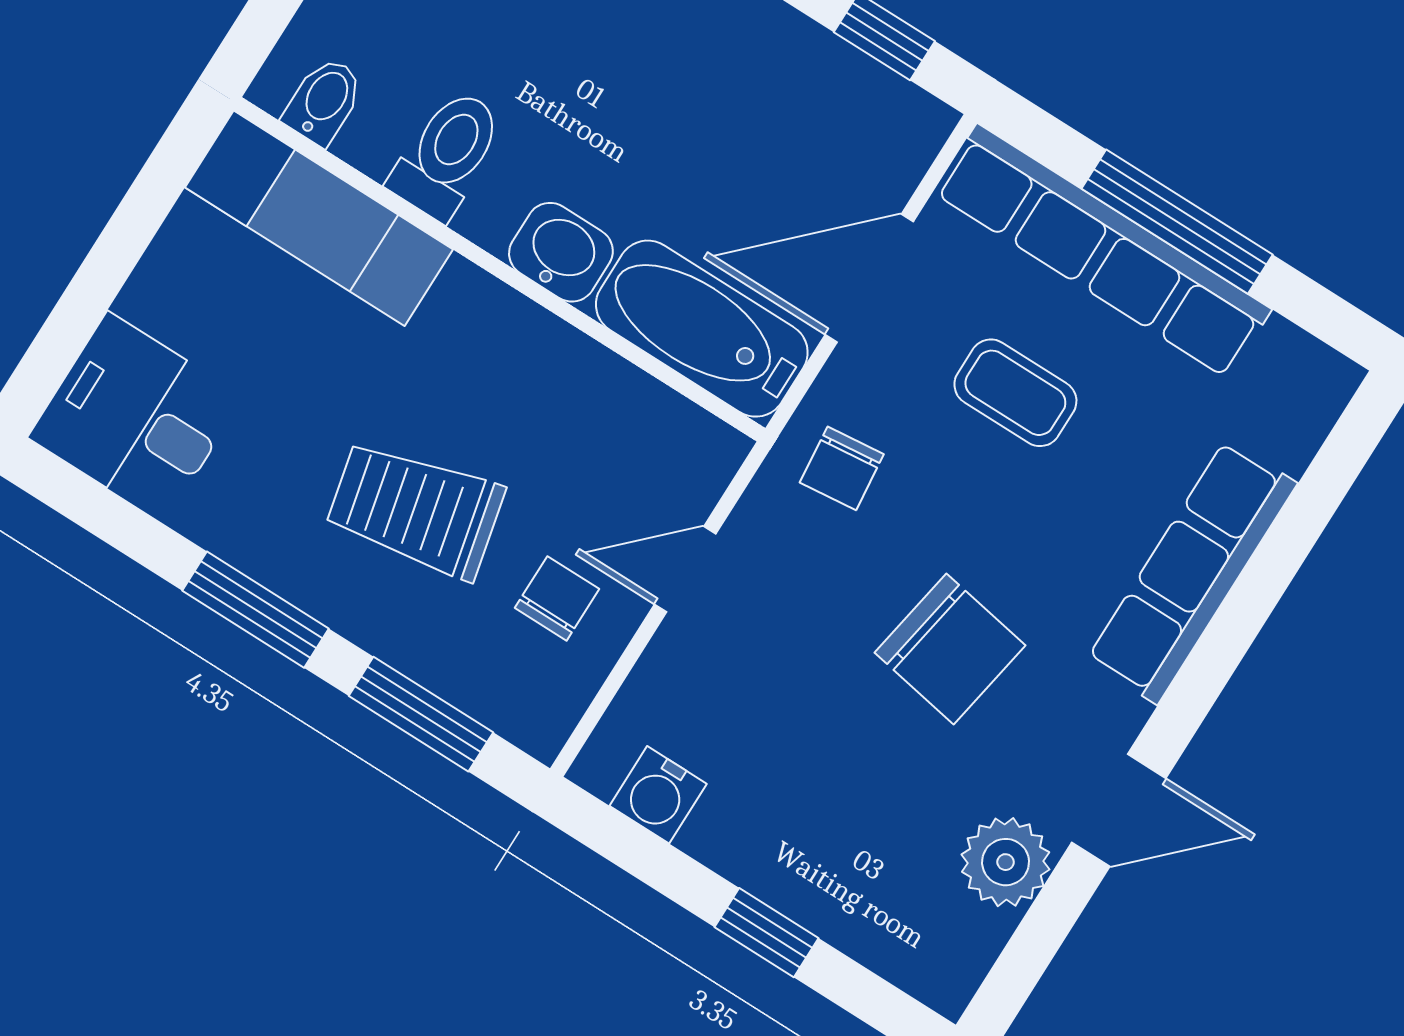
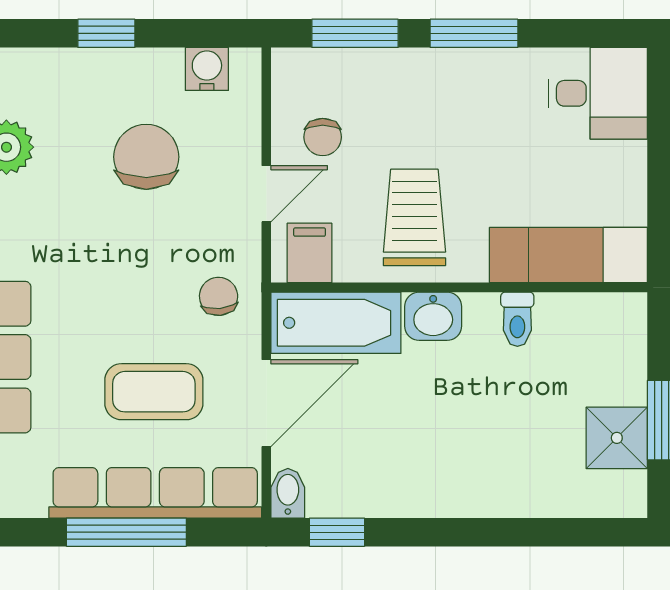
bidet: (324, 101) -> (288, 493), moved, turned 180
toilet: (447, 154) -> (517, 319), width x0.73, depth x0.72
coffee table: (1015, 393) -> (154, 392), width x1.36, depth x1.30
filing cabinet: (677, 449) -> (310, 253), added
trolley: (415, 509) -> (414, 217), moved, turned -77
chair: (950, 649) -> (146, 157), moved, turned 80

